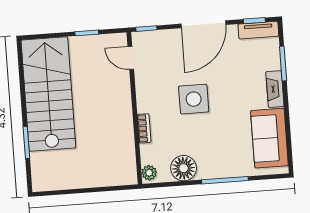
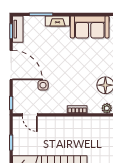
door: (131, 58) -> (30, 115), hinge flipped
side table: (194, 99) -> (43, 85), moved, width x0.54, depth x0.54

